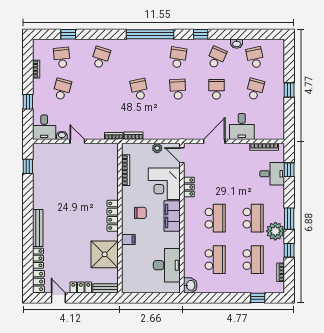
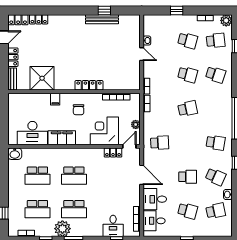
plant: (39, 46) -> (226, 20), added
school desk: (101, 89) -> (188, 75), added
school desk: (178, 89) -> (160, 143), moved
desk: (44, 127) -> (154, 221), moved
door: (77, 141) -> (142, 54), hinge flipped
window: (28, 166) -> (104, 10), moved
locker: (189, 187) -> (113, 153), moved
locker: (113, 216) -> (89, 85), moved
filing cabinet: (172, 216) -> (62, 138), moved
bench: (38, 228) -> (102, 19), moved

